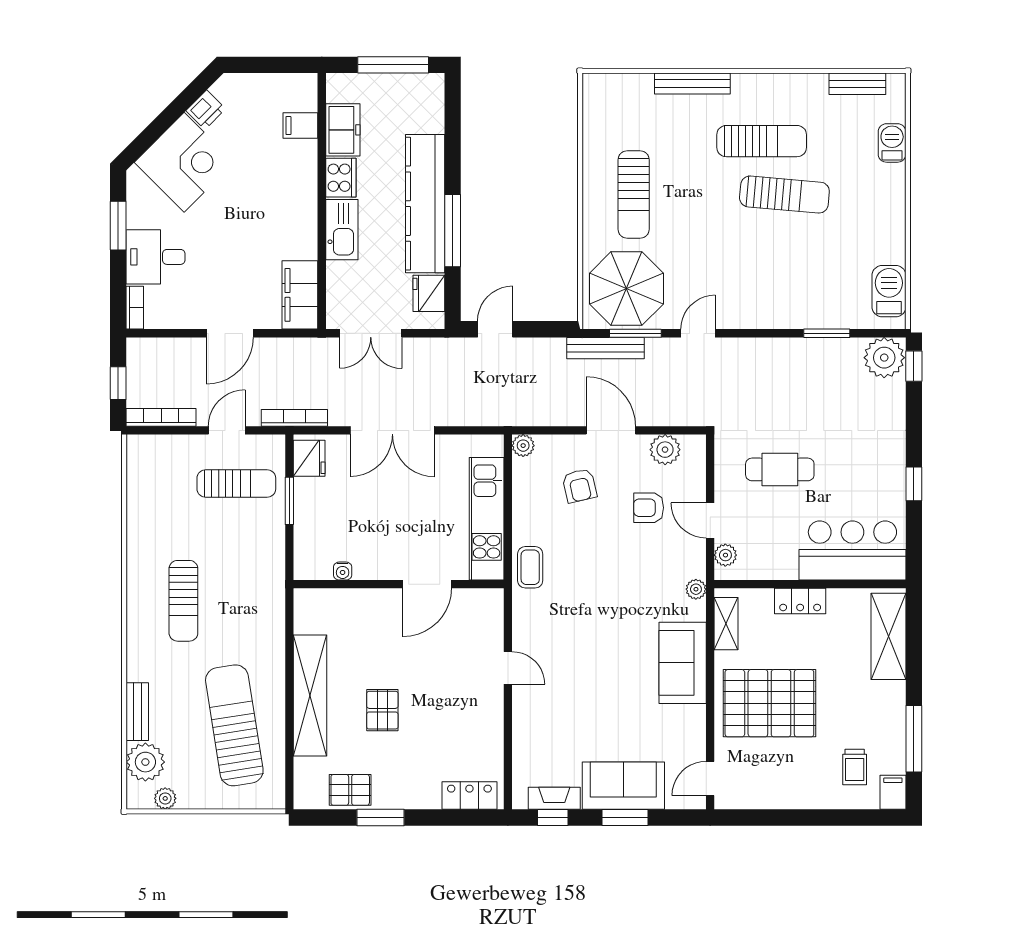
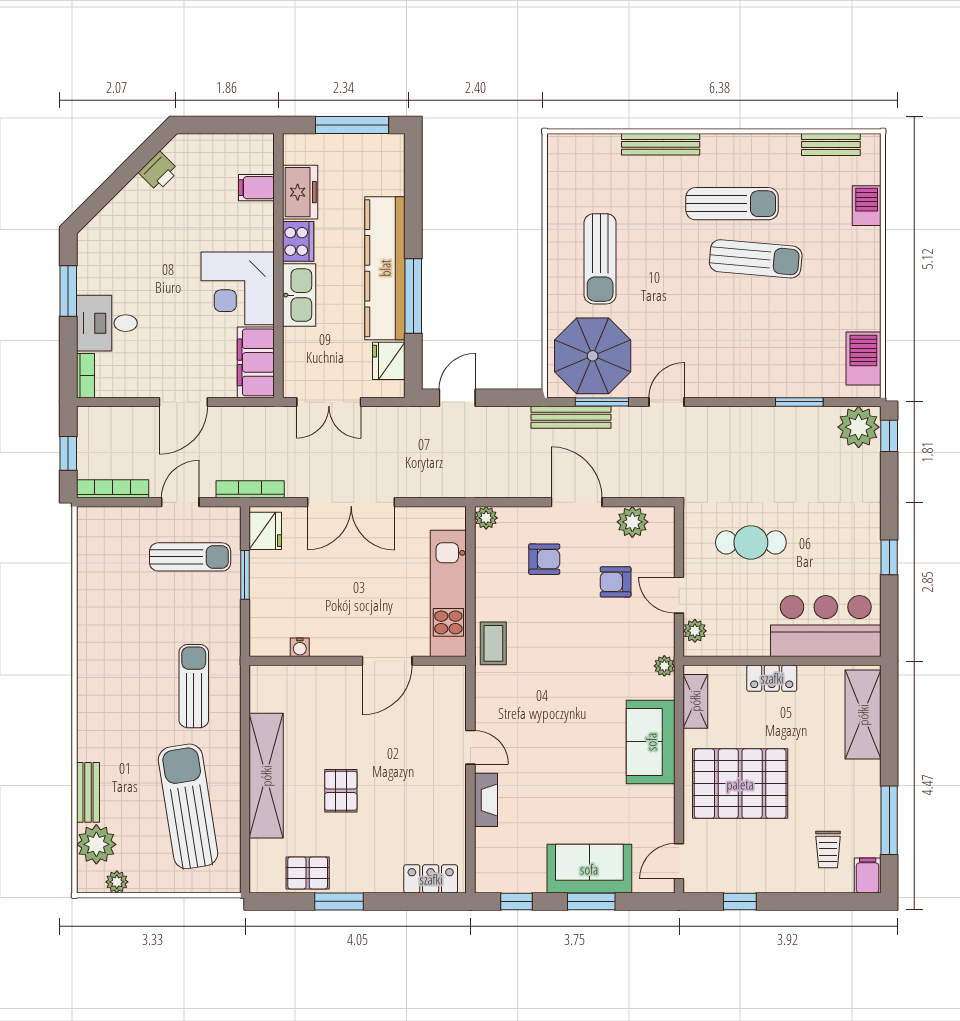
corner desk: (184, 162) -> (238, 288), moved, turned 135
armchair: (580, 486) -> (544, 559), turned -77
sun lounger: (183, 601) -> (194, 686), moved, turned 180
fireplace: (554, 798) -> (486, 800), moved, turned 90
window: (769, 817) -> (740, 901), added

